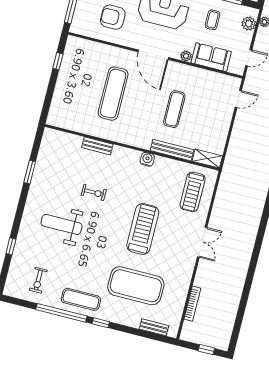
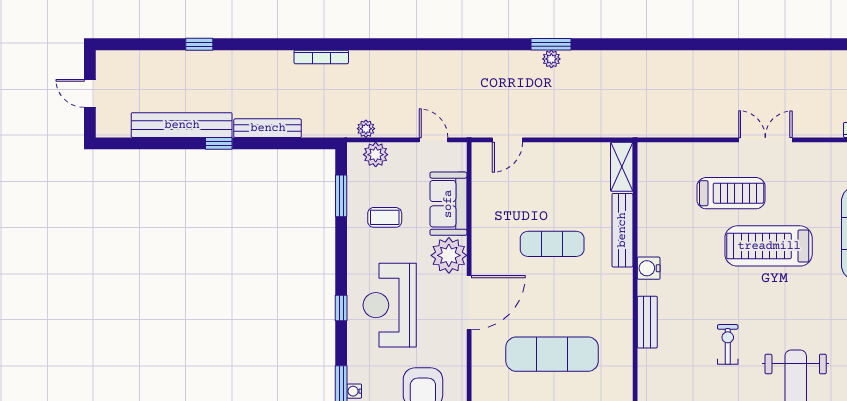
plant: (186, 56) -> (449, 255), width x1.88, depth x1.88
door: (238, 99) -> (507, 140), swing flipped
bench: (97, 146) -> (647, 322), moved
treadmill: (193, 192) -> (731, 193), moved

